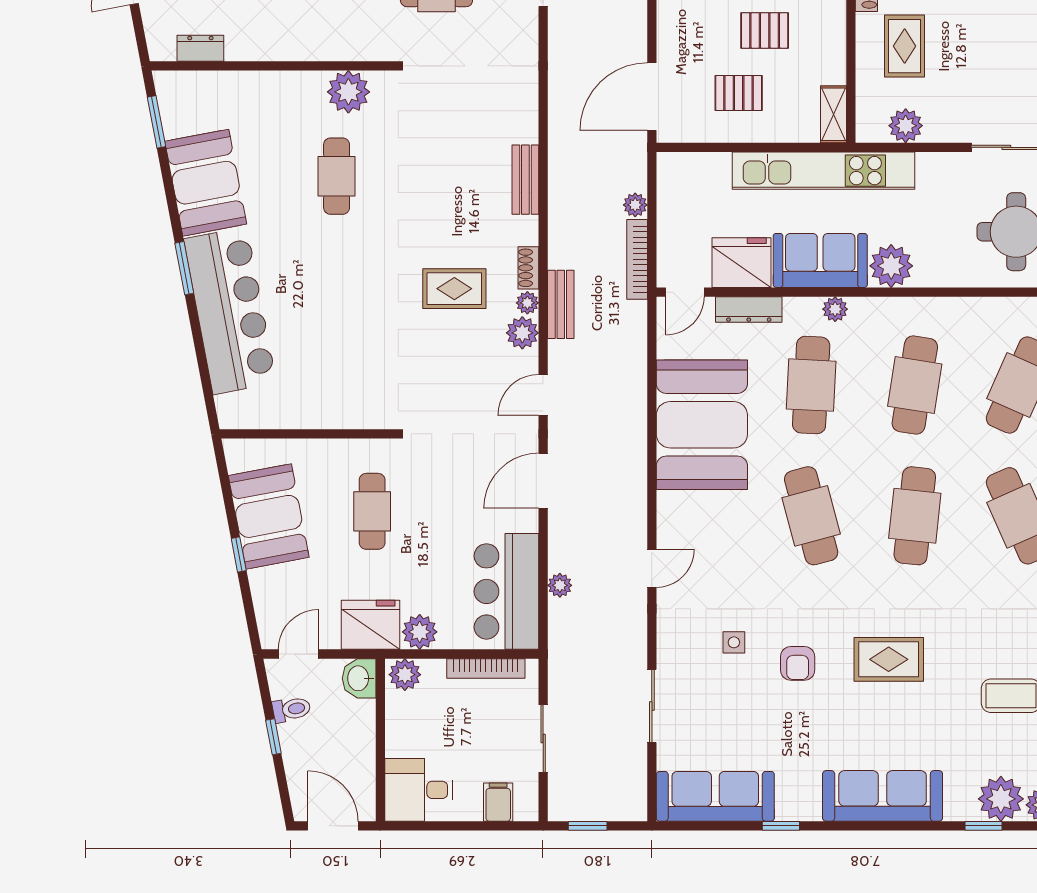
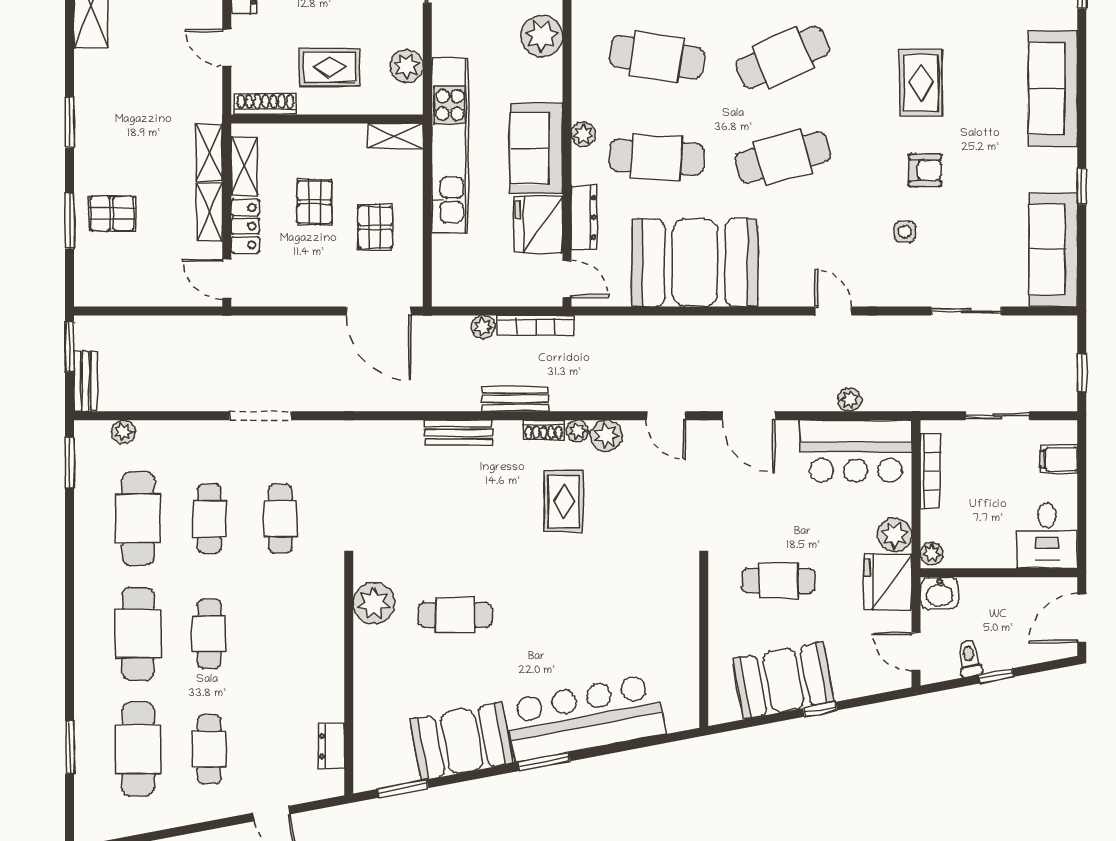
plant: (891, 266) -> (542, 36), moved
bench: (561, 304) -> (515, 399), moved
cafe table: (915, 516) -> (783, 57), turned -30
plant: (405, 675) -> (932, 553), width x0.73, depth x0.73

